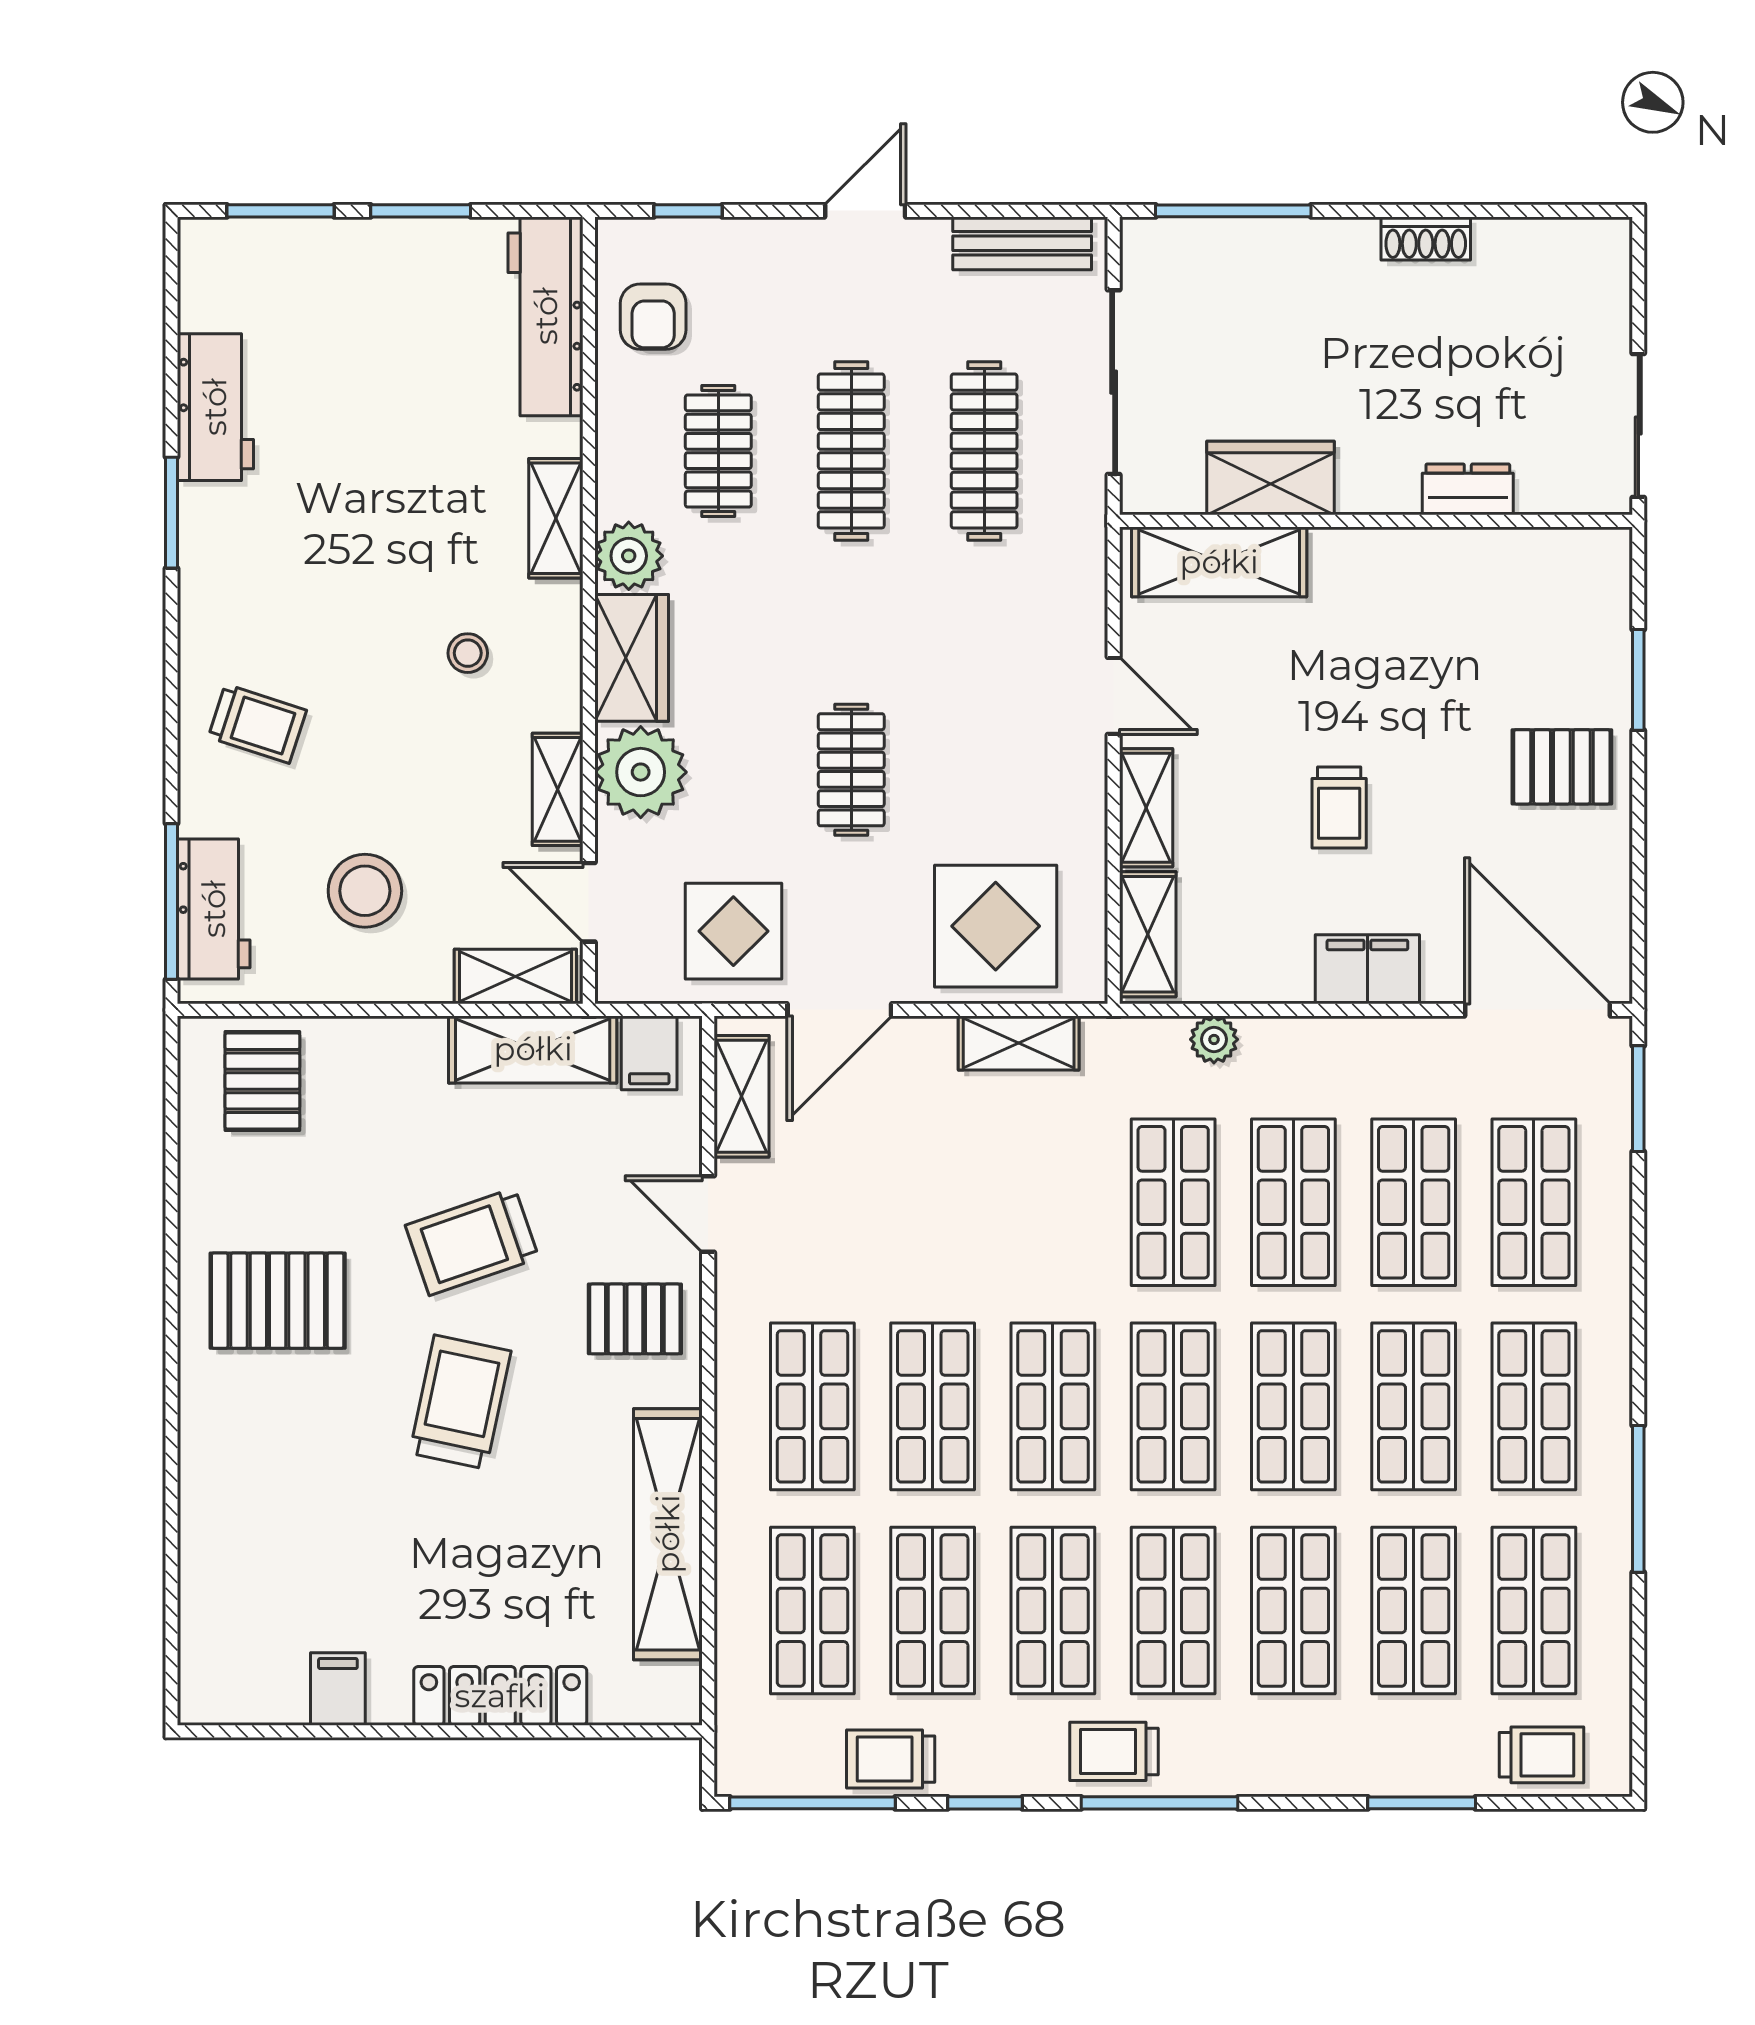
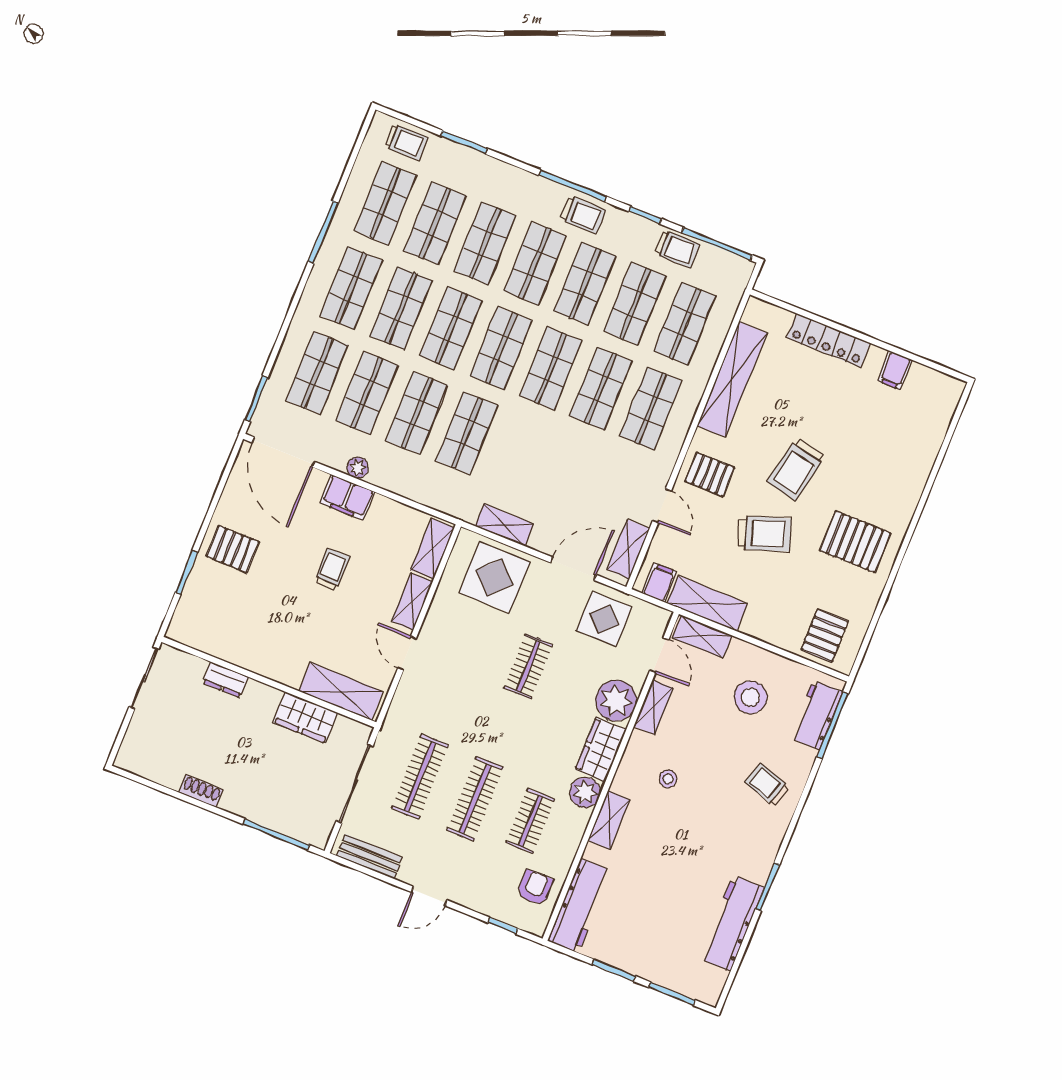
workbench: (215, 407) -> (732, 923), width x1.37
plant: (1214, 1039) -> (358, 468), moved
trolley: (1541, 1755) -> (406, 142), turned 180

